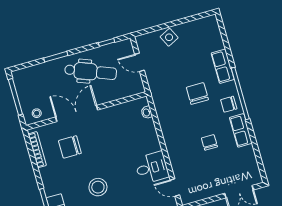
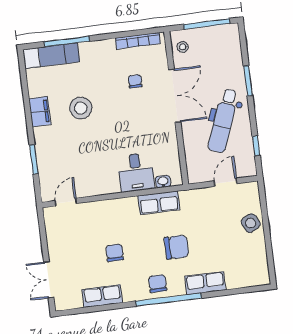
row of seats: (164, 113) -> (159, 203), added
row of seats: (241, 130) -> (102, 296), moved
chair: (209, 142) -> (115, 253), turned -90
chair: (70, 147) -> (135, 81), width x0.54, depth x0.54
desk: (152, 168) -> (136, 172), moved

